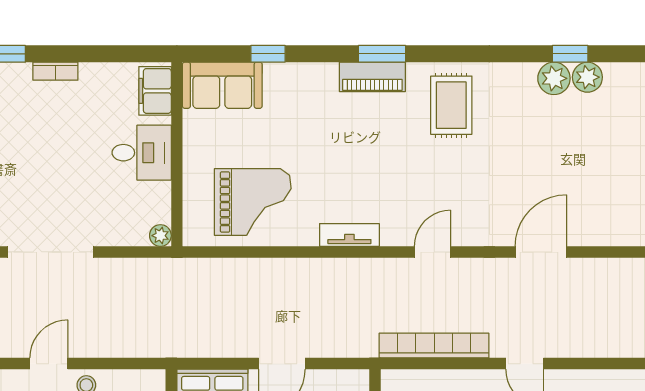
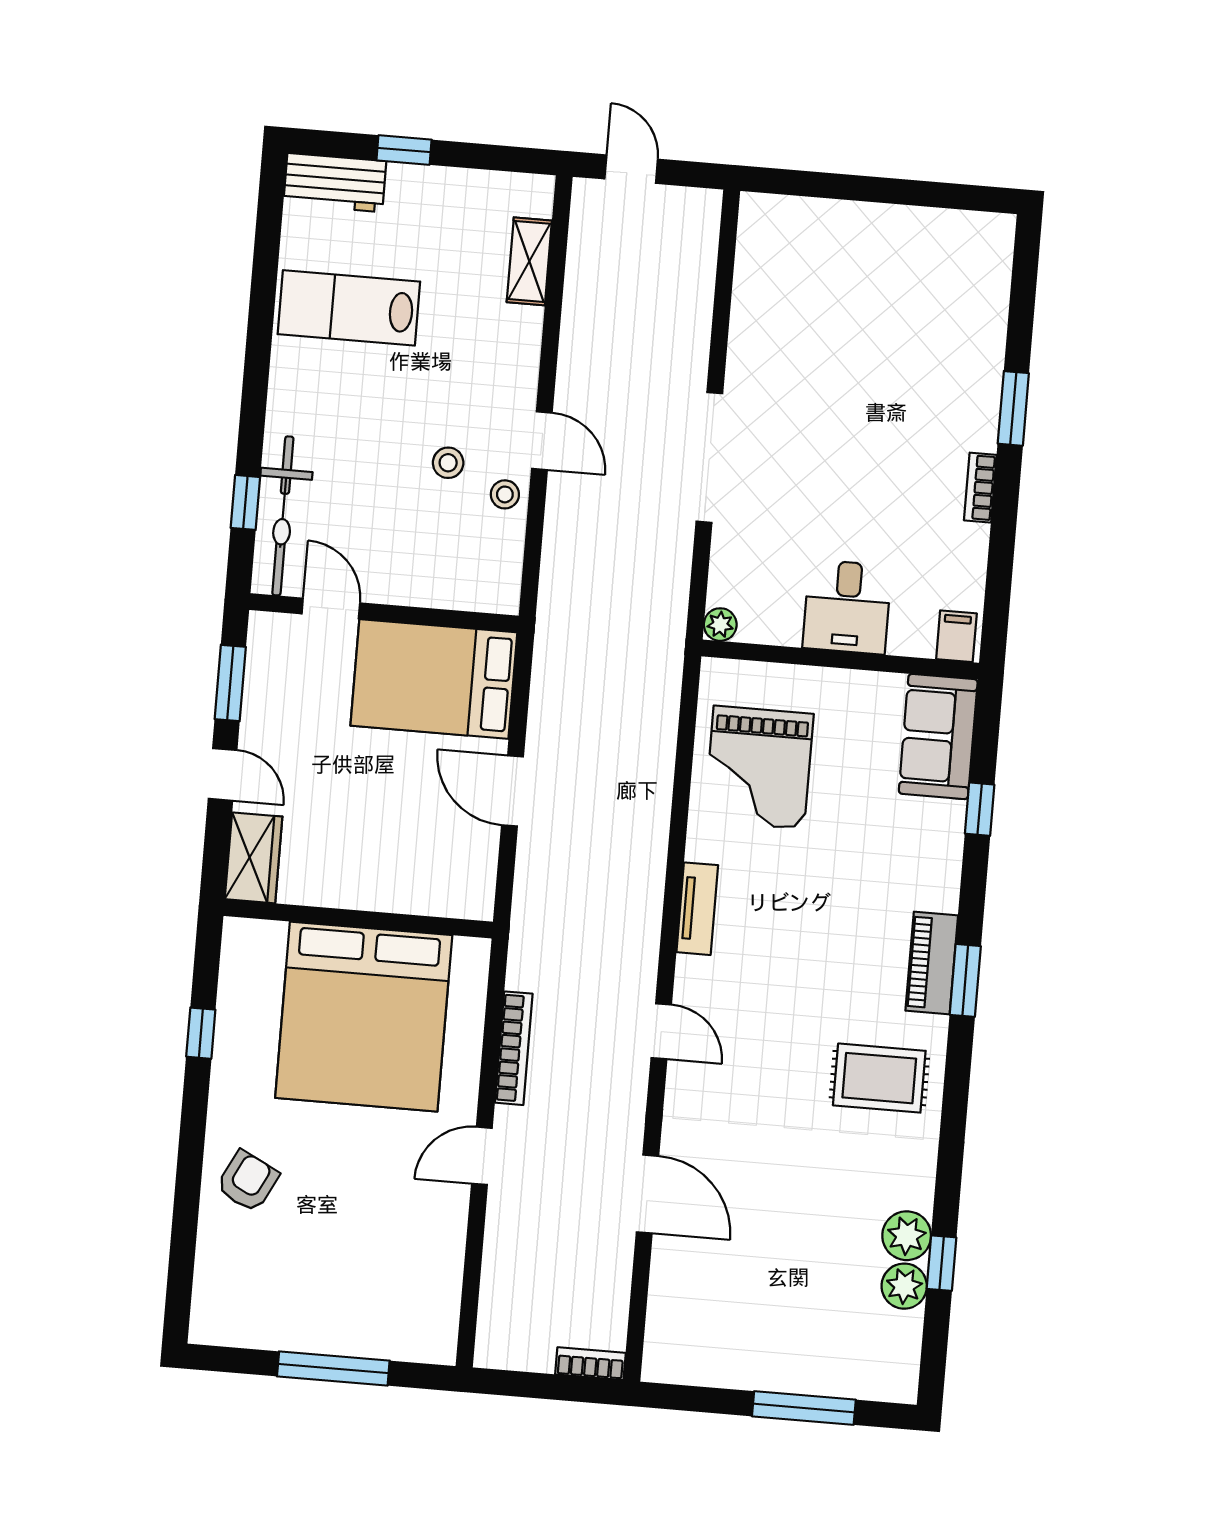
filing cabinet: (155, 91) -> (956, 636), width x0.50
bookcase: (434, 346) -> (514, 1048), width x0.68, depth x0.76

